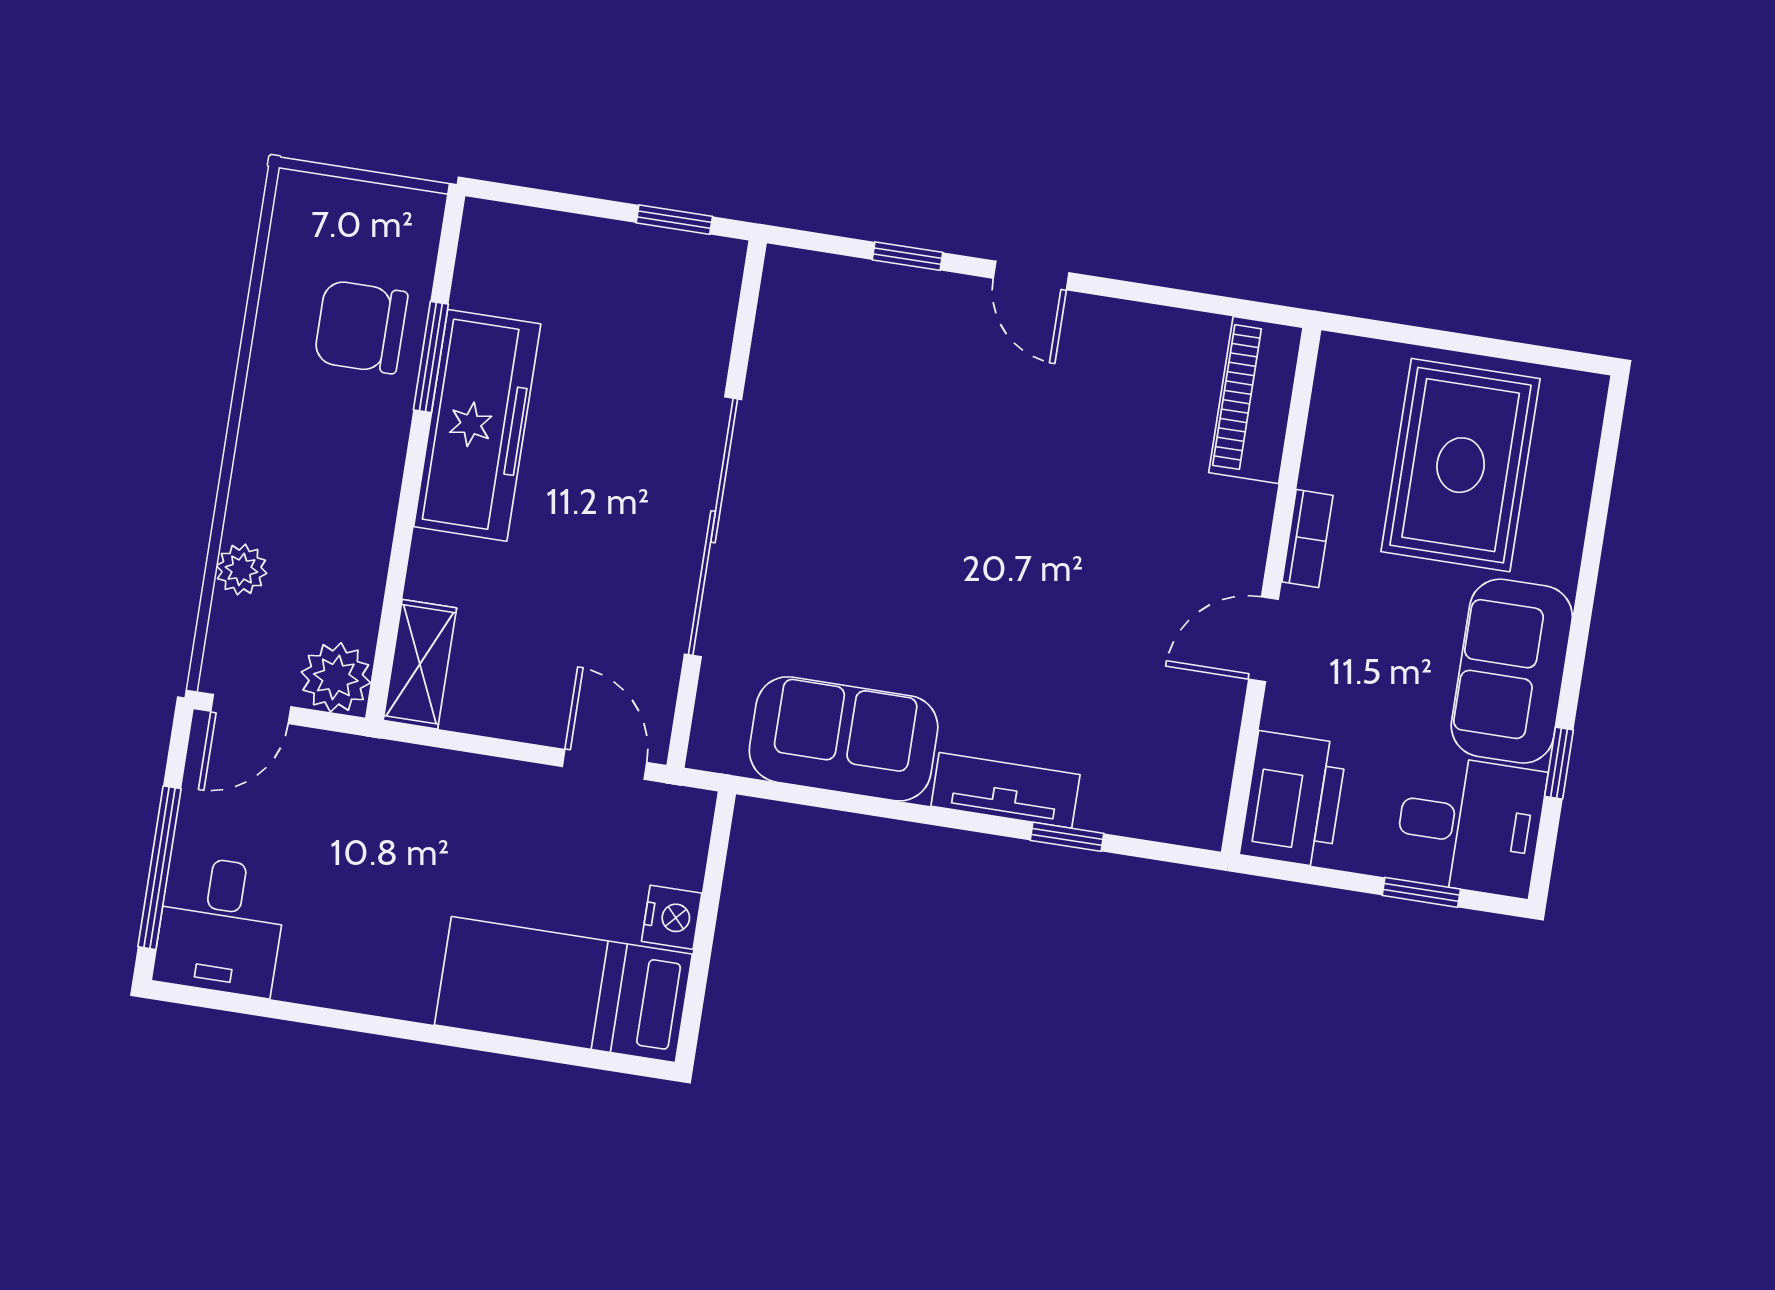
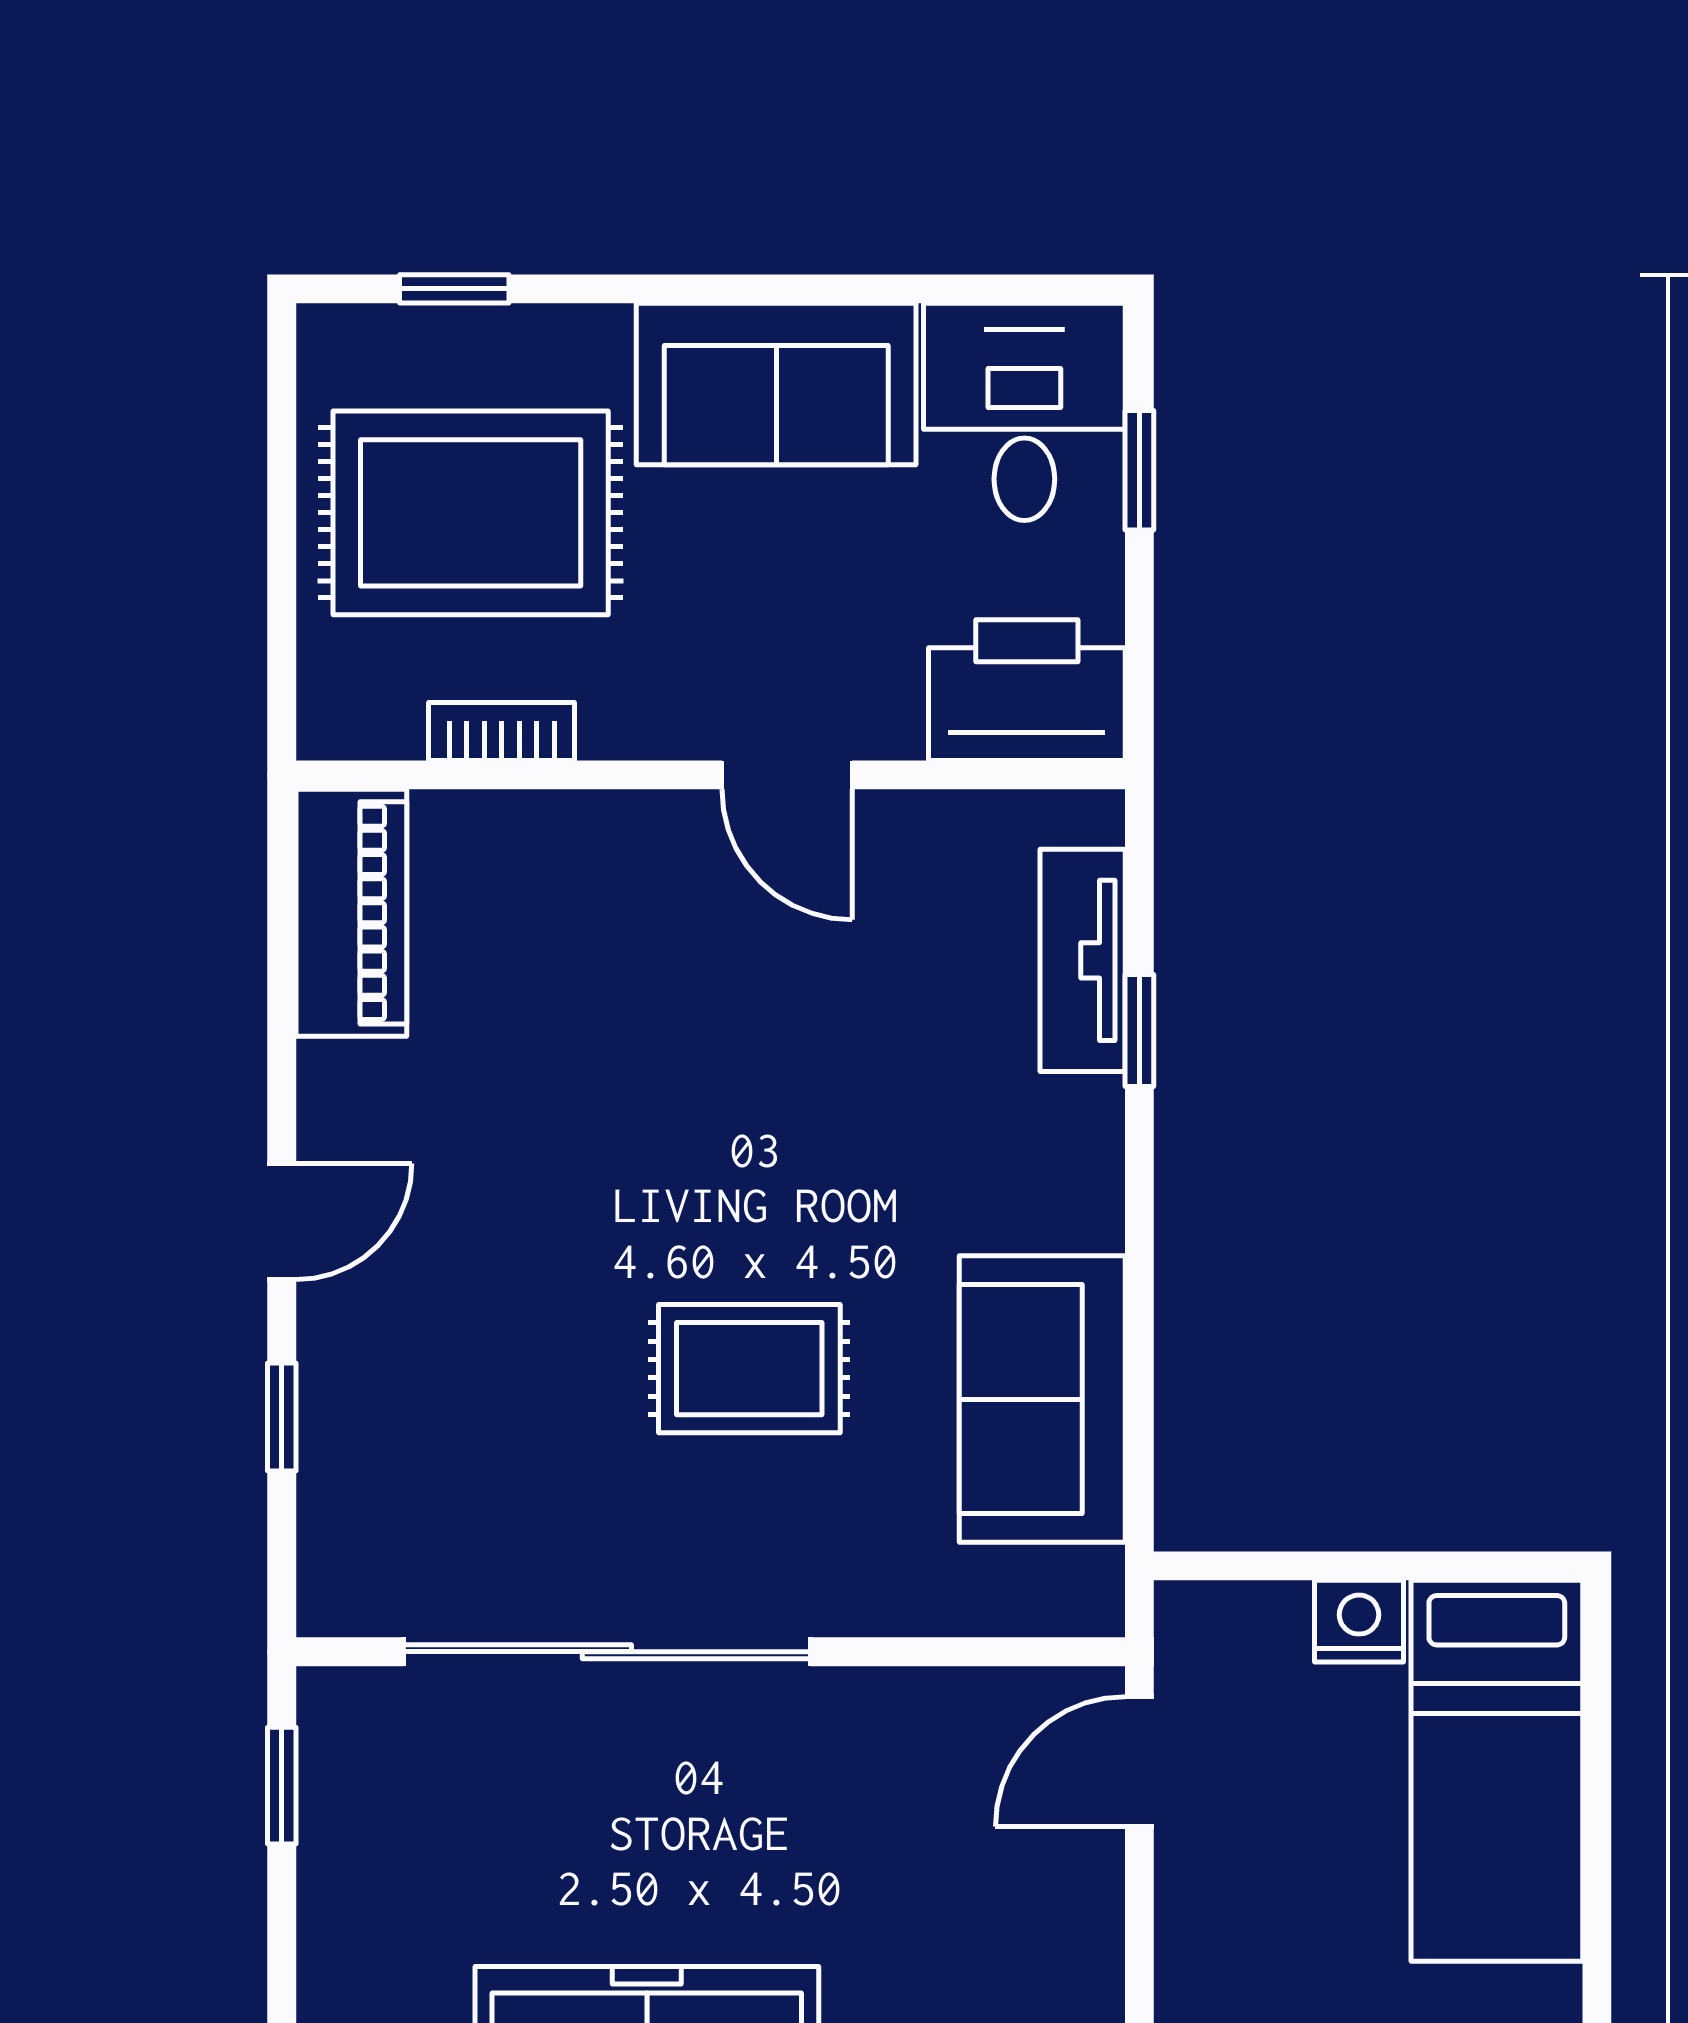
piano: (1256, 400) -> (351, 913), moved, turned -90
sliding door: (713, 527) -> (607, 1652), moved
bookcase: (1307, 539) -> (502, 731), moved
rug: (892, 557) -> (749, 1369), added
window: (1559, 763) -> (454, 289), moved
tv unit: (1005, 790) -> (1083, 960), moved

